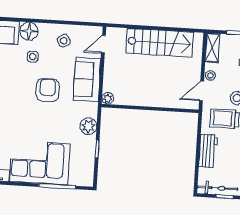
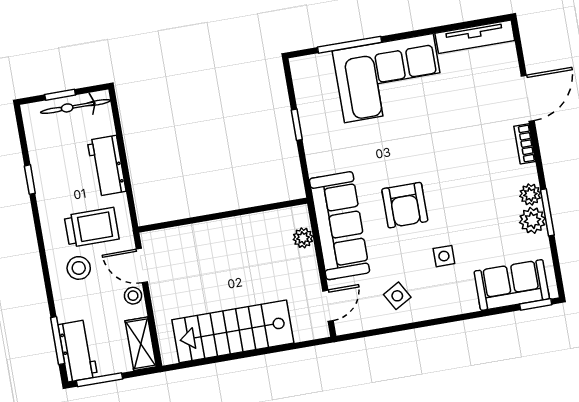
floor lamp: (29, 31) -> (461, 298), removed
sofa: (87, 79) -> (339, 226), width x1.36
door: (202, 91) -> (142, 266), swing flipped
plant: (108, 98) -> (303, 238), moved
plant: (88, 126) -> (321, 160), removed

